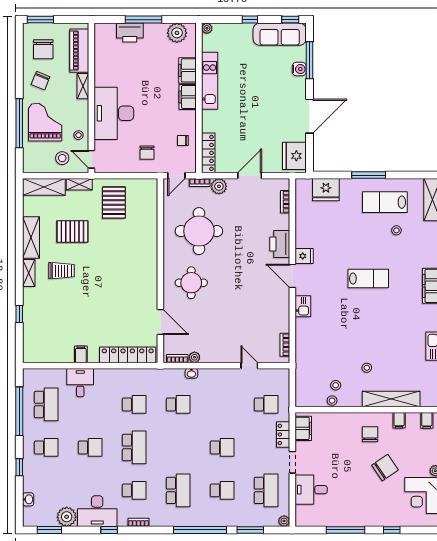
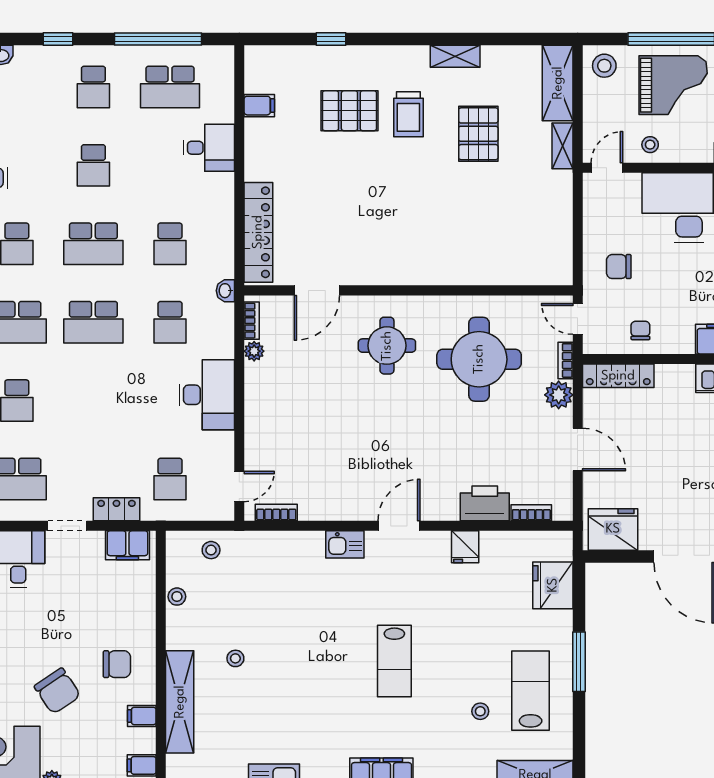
stool: (62, 158) -> (604, 66), moved
pallet: (114, 203) -> (349, 111), moved
shelving: (31, 238) -> (455, 56), width x0.67, depth x0.75
printer: (280, 244) -> (485, 503), moved
fridge: (304, 256) -> (465, 547), moved
shelving: (29, 273) -> (404, 56), removed
filing cabinet: (81, 354) -> (259, 106), moved
door: (249, 366) -> (239, 486), moved
washbasin: (191, 373) -> (225, 291), moved
desk: (219, 384) -> (207, 395), added
stool: (336, 385) -> (211, 550), moved
school desk: (222, 447) -> (93, 322), moved, width x1.85

